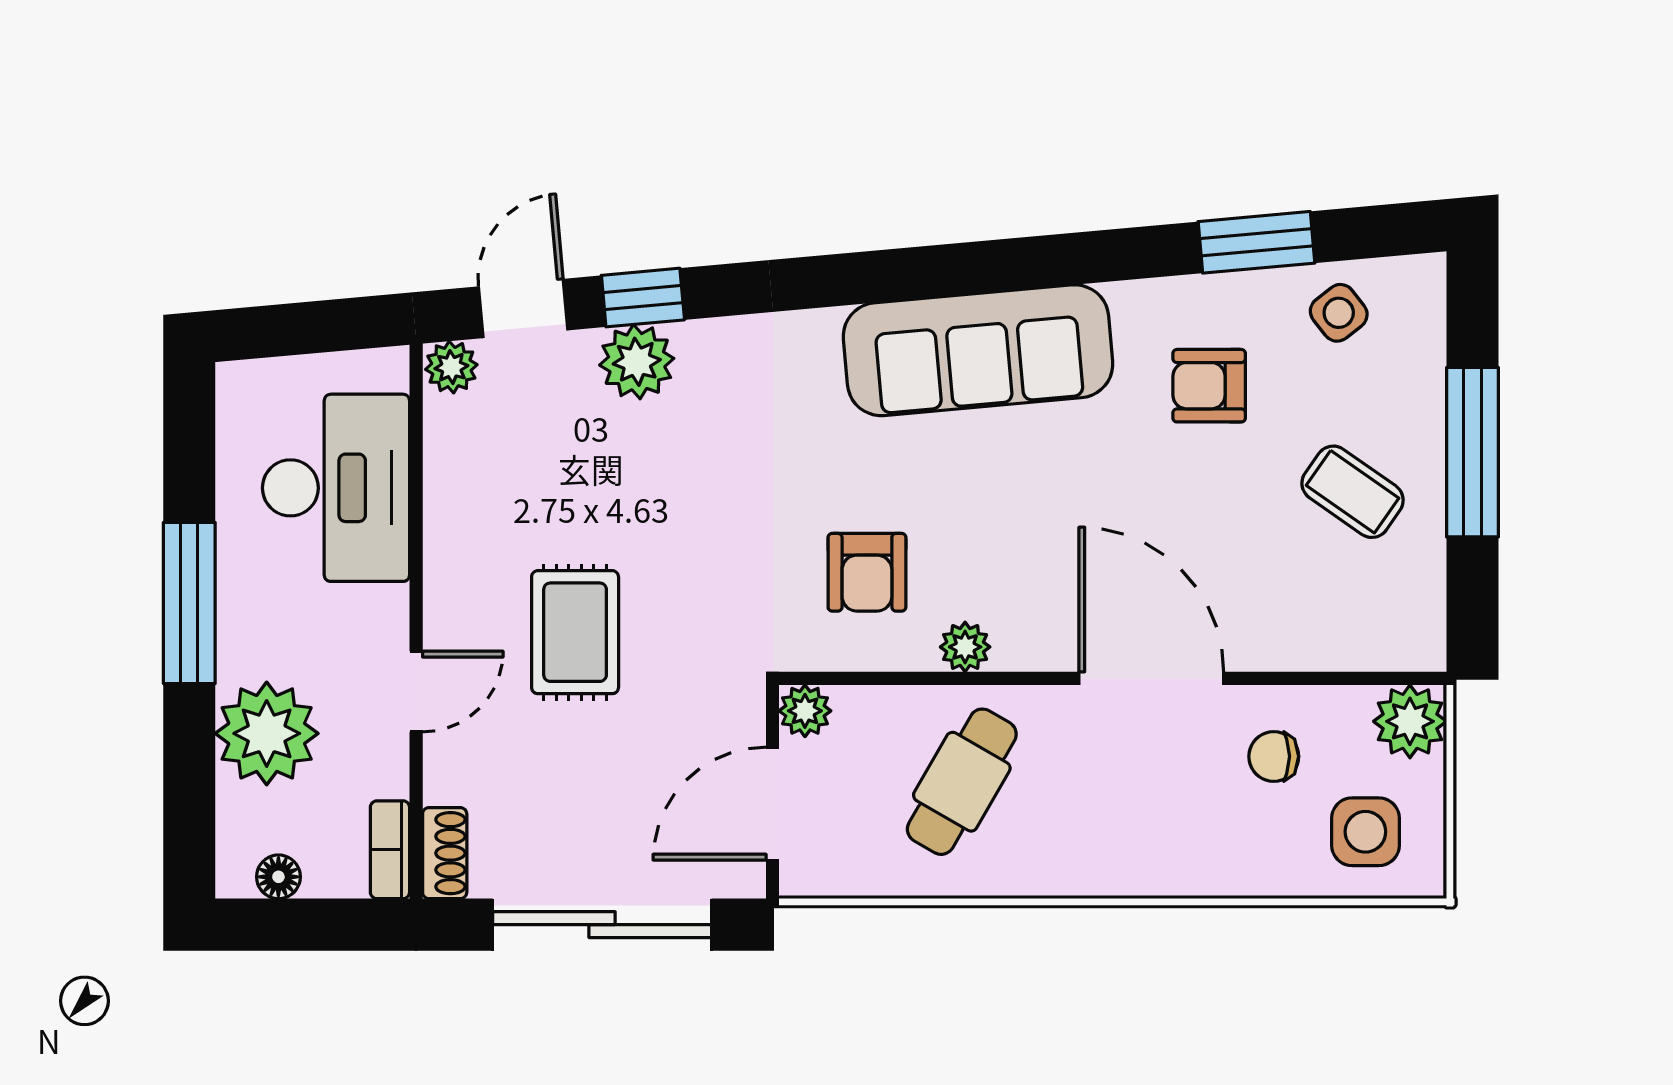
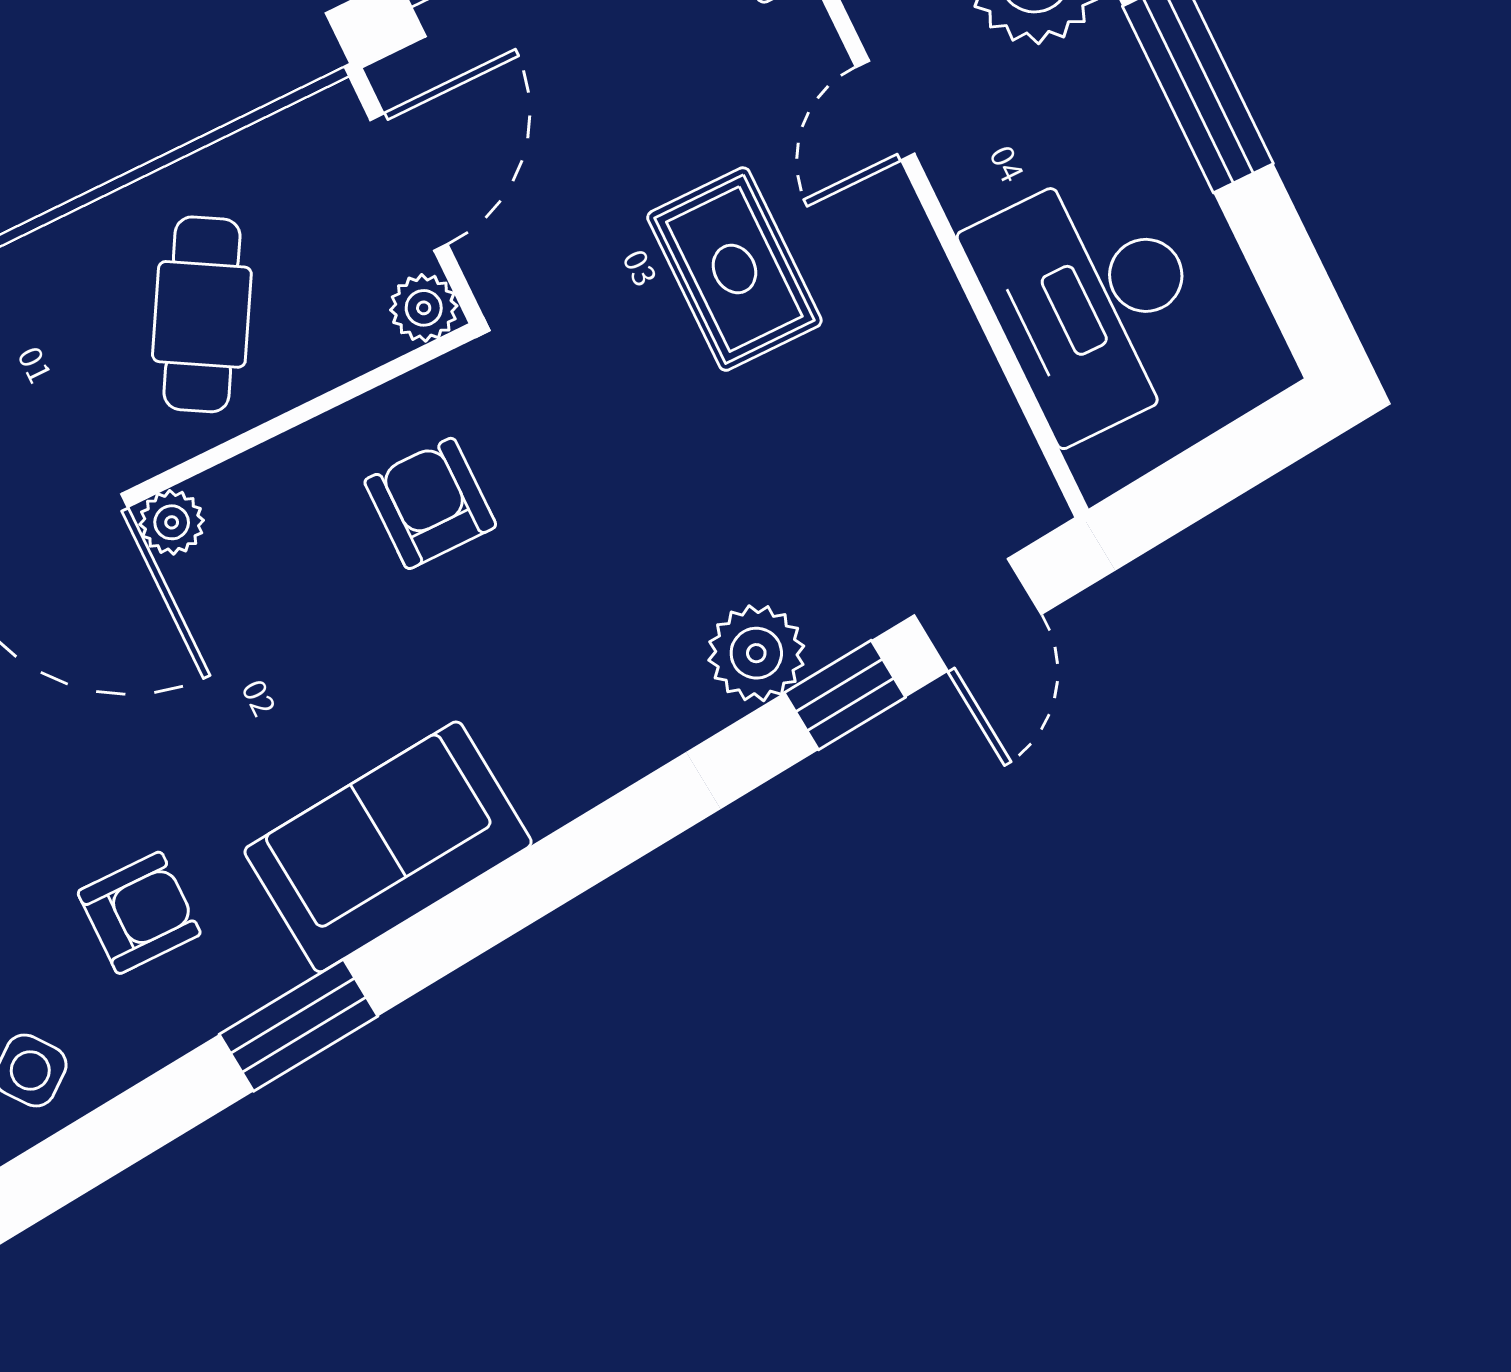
window: (1257, 242) -> (298, 1025), moved
sofa: (978, 350) -> (388, 847), width x0.73
plant: (637, 362) -> (756, 653), moved
plant: (451, 367) -> (1028, 506), removed
plant: (965, 647) -> (172, 522), moved

